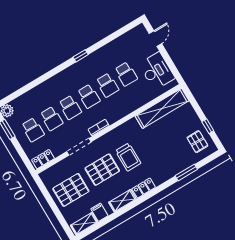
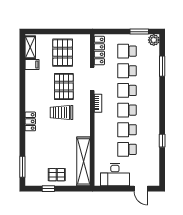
window: (81, 56) -> (162, 141), moved
window: (27, 88) -> (162, 66), added
pallet: (197, 142) -> (57, 175), moved
locker: (43, 159) -> (99, 51), width x1.53
window: (186, 173) -> (22, 167), moved
locker: (144, 188) -> (30, 121), moved
shelving: (122, 201) -> (30, 88), removed

